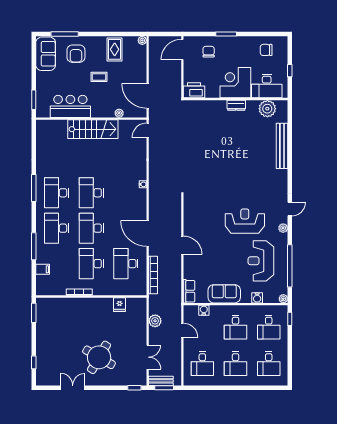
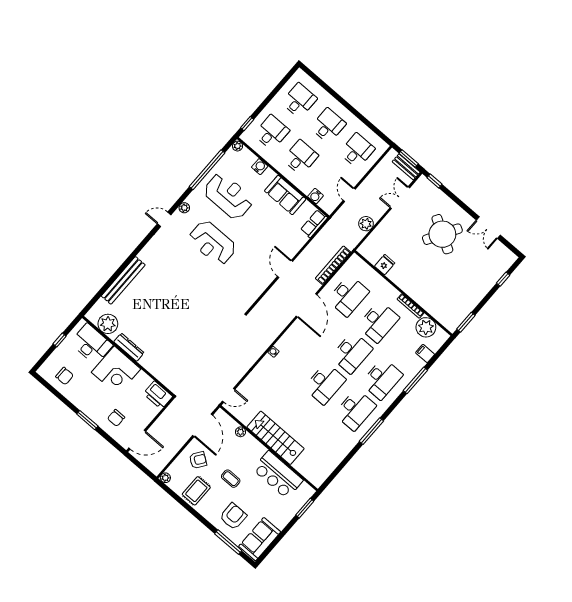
armchair: (131, 71) -> (198, 460), added
dresser: (236, 105) -> (129, 347), width x1.44
reception desk: (261, 261) -> (228, 196), turned -90
plant: (57, 287) -> (426, 327), added

